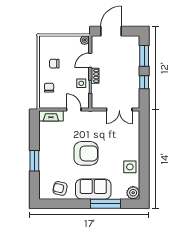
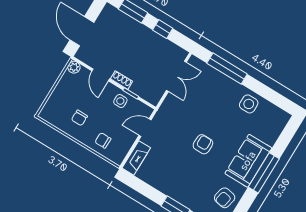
window: (144, 139) -> (227, 69), added
armchair: (86, 153) -> (203, 144), width x0.53, depth x0.53
plant: (133, 193) -> (280, 118), removed
window: (106, 204) -> (264, 173), moved

